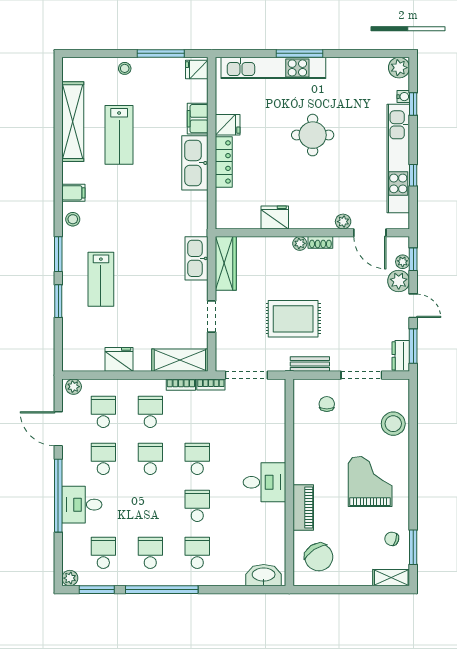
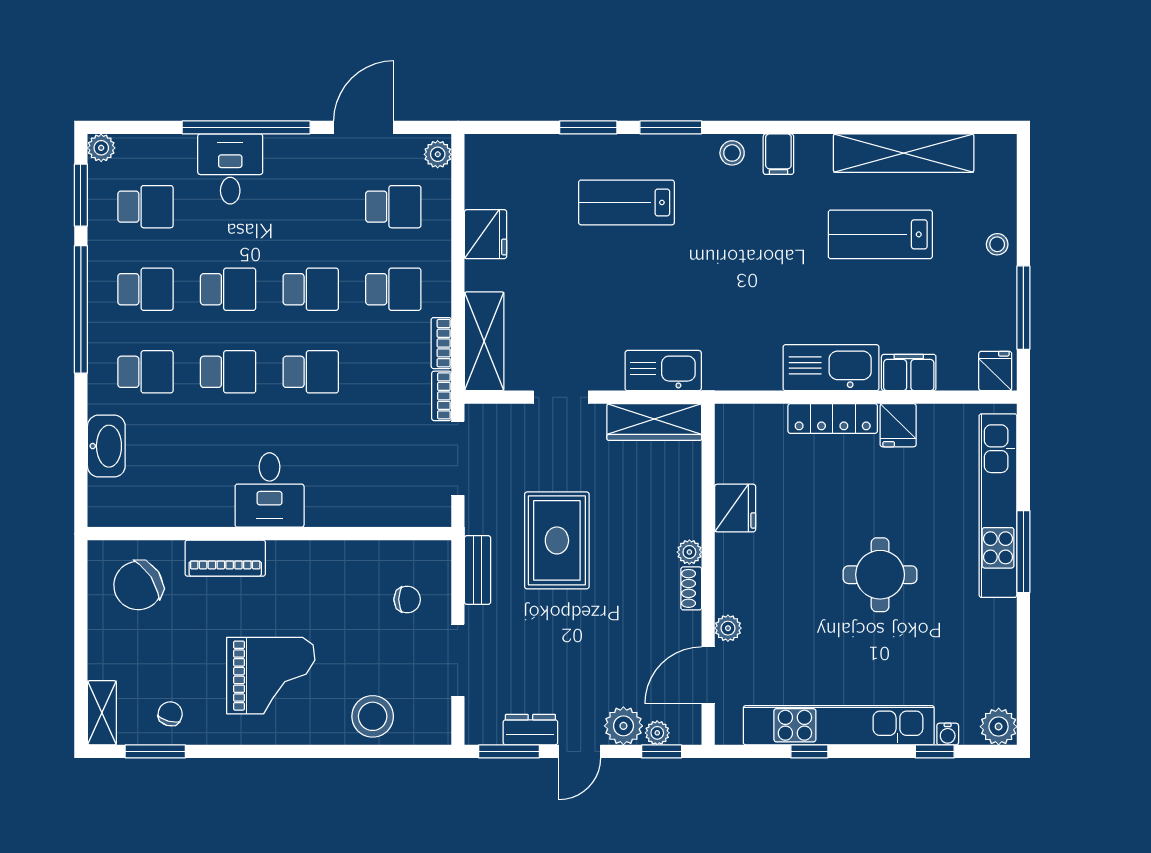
dresser: (401, 356) -> (530, 730), moved
school desk: (103, 459) -> (228, 289), moved
washbasin: (264, 575) -> (106, 446), moved

